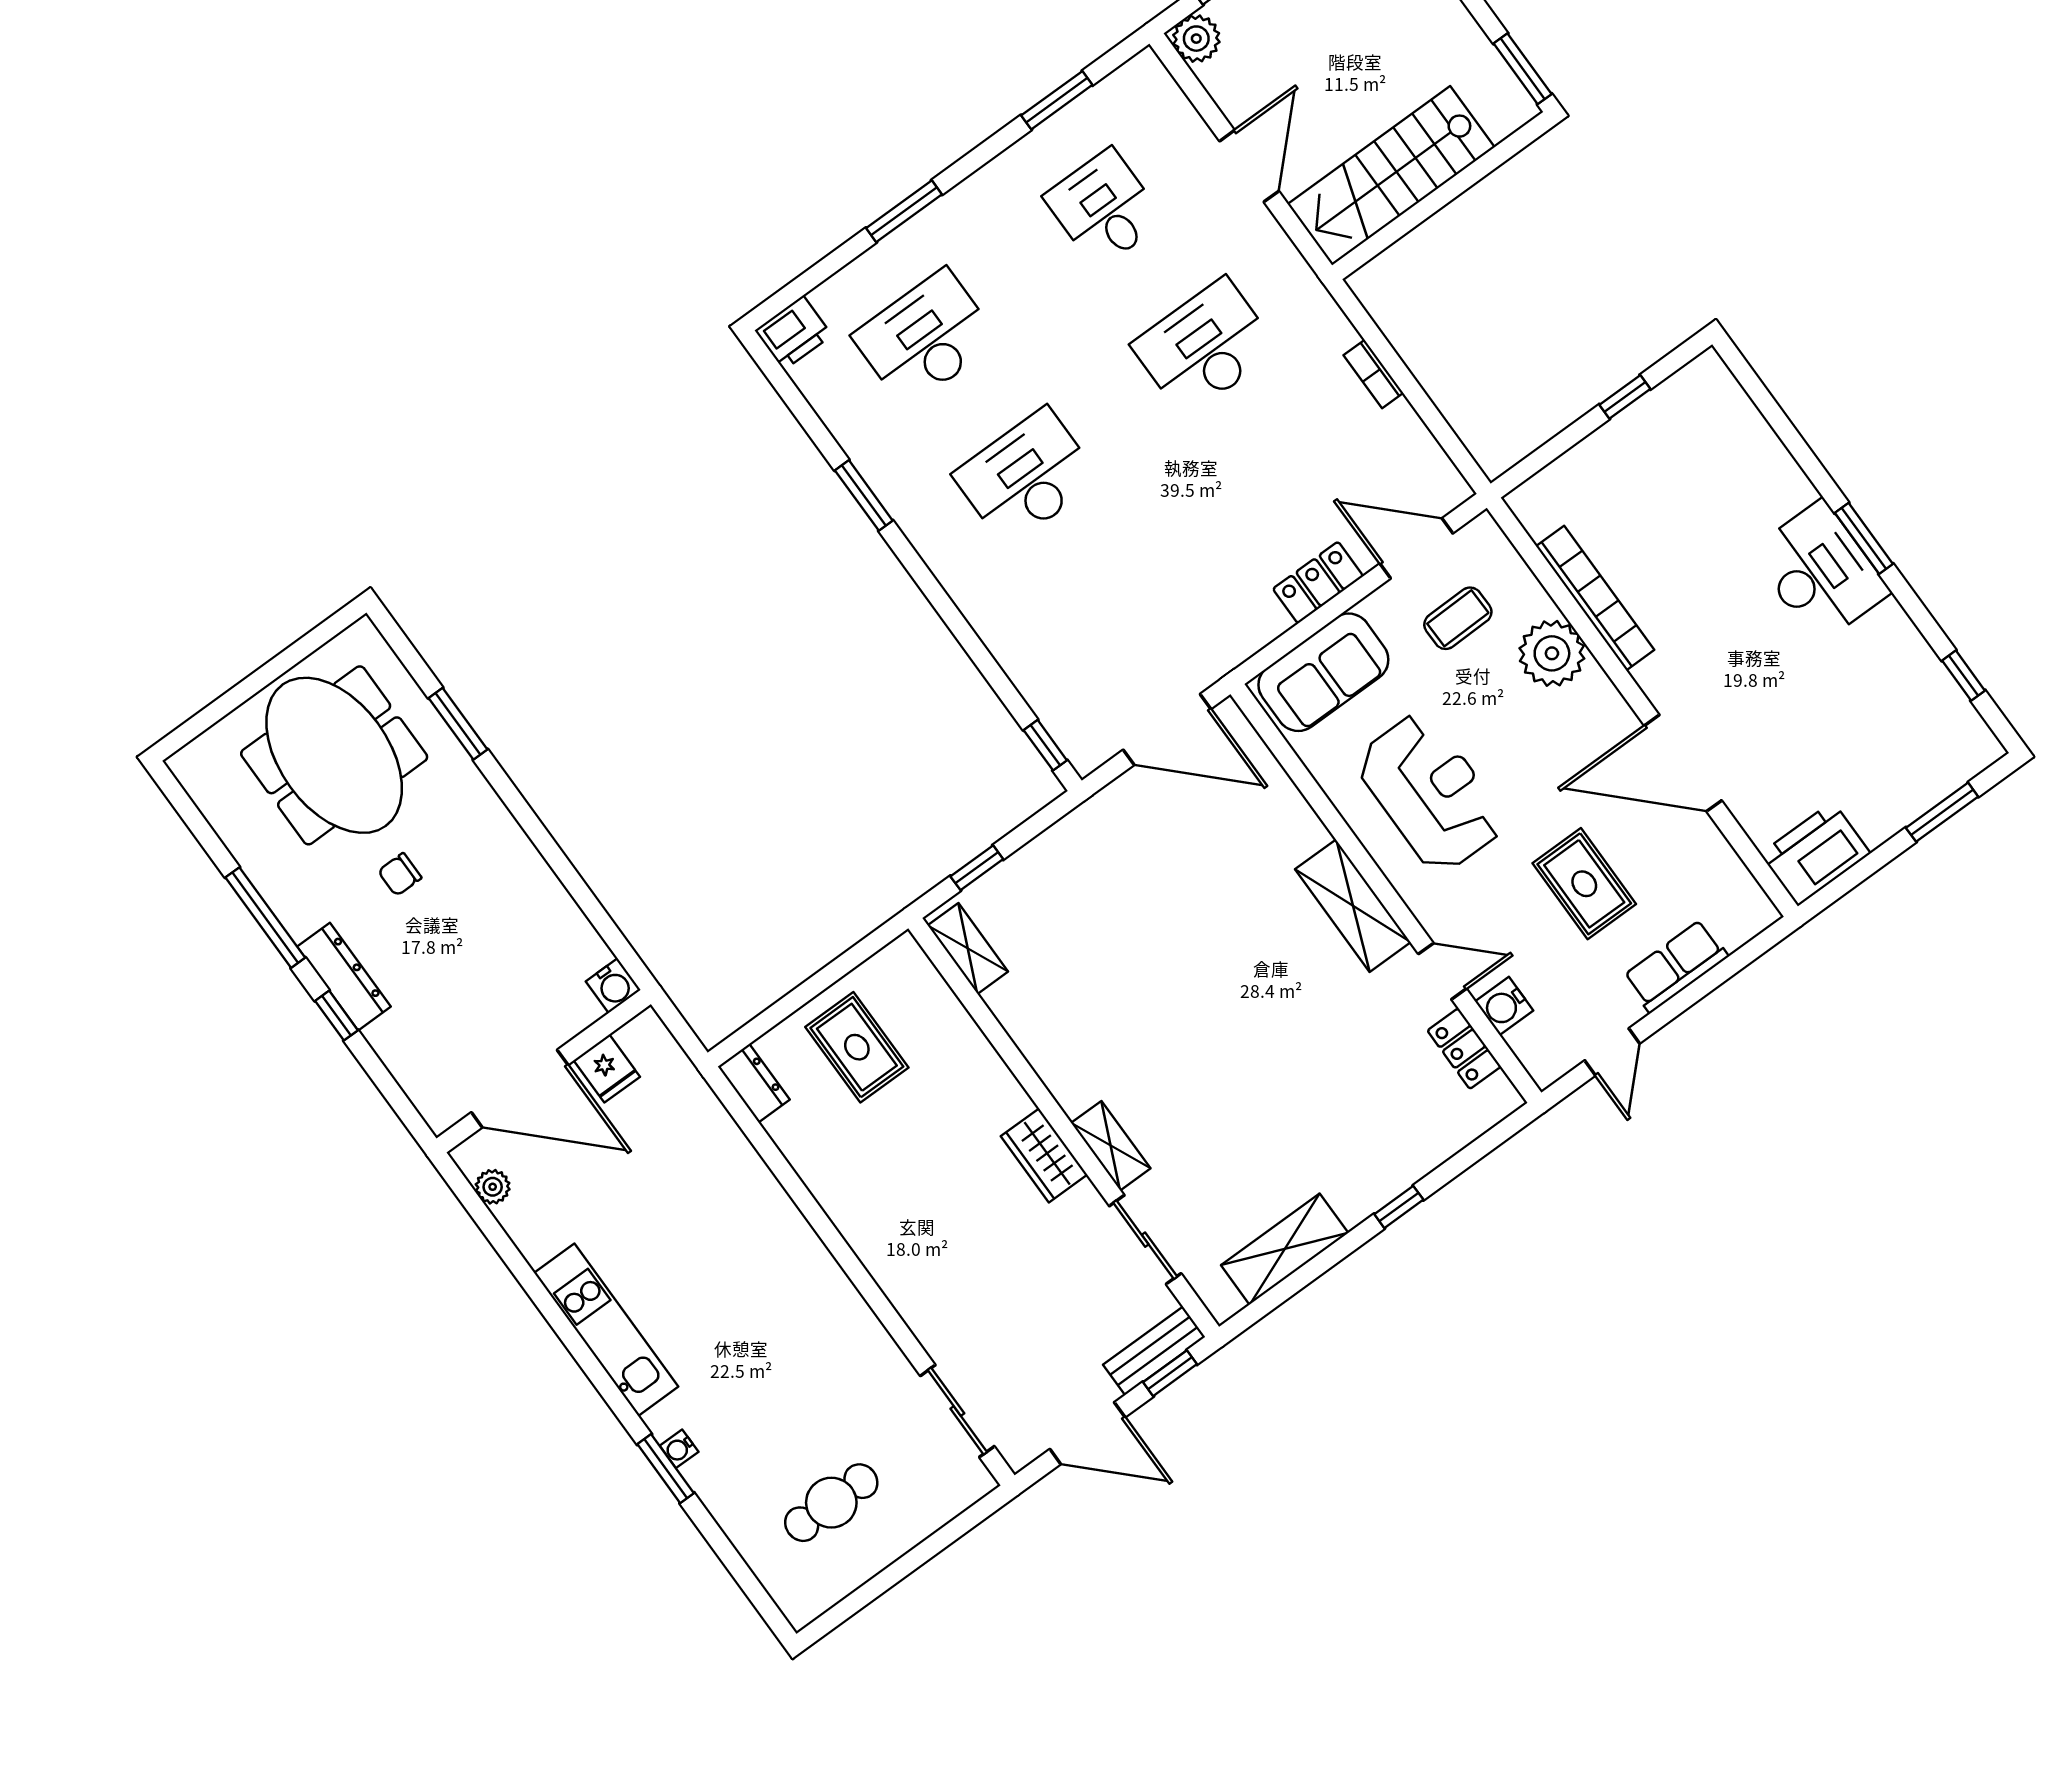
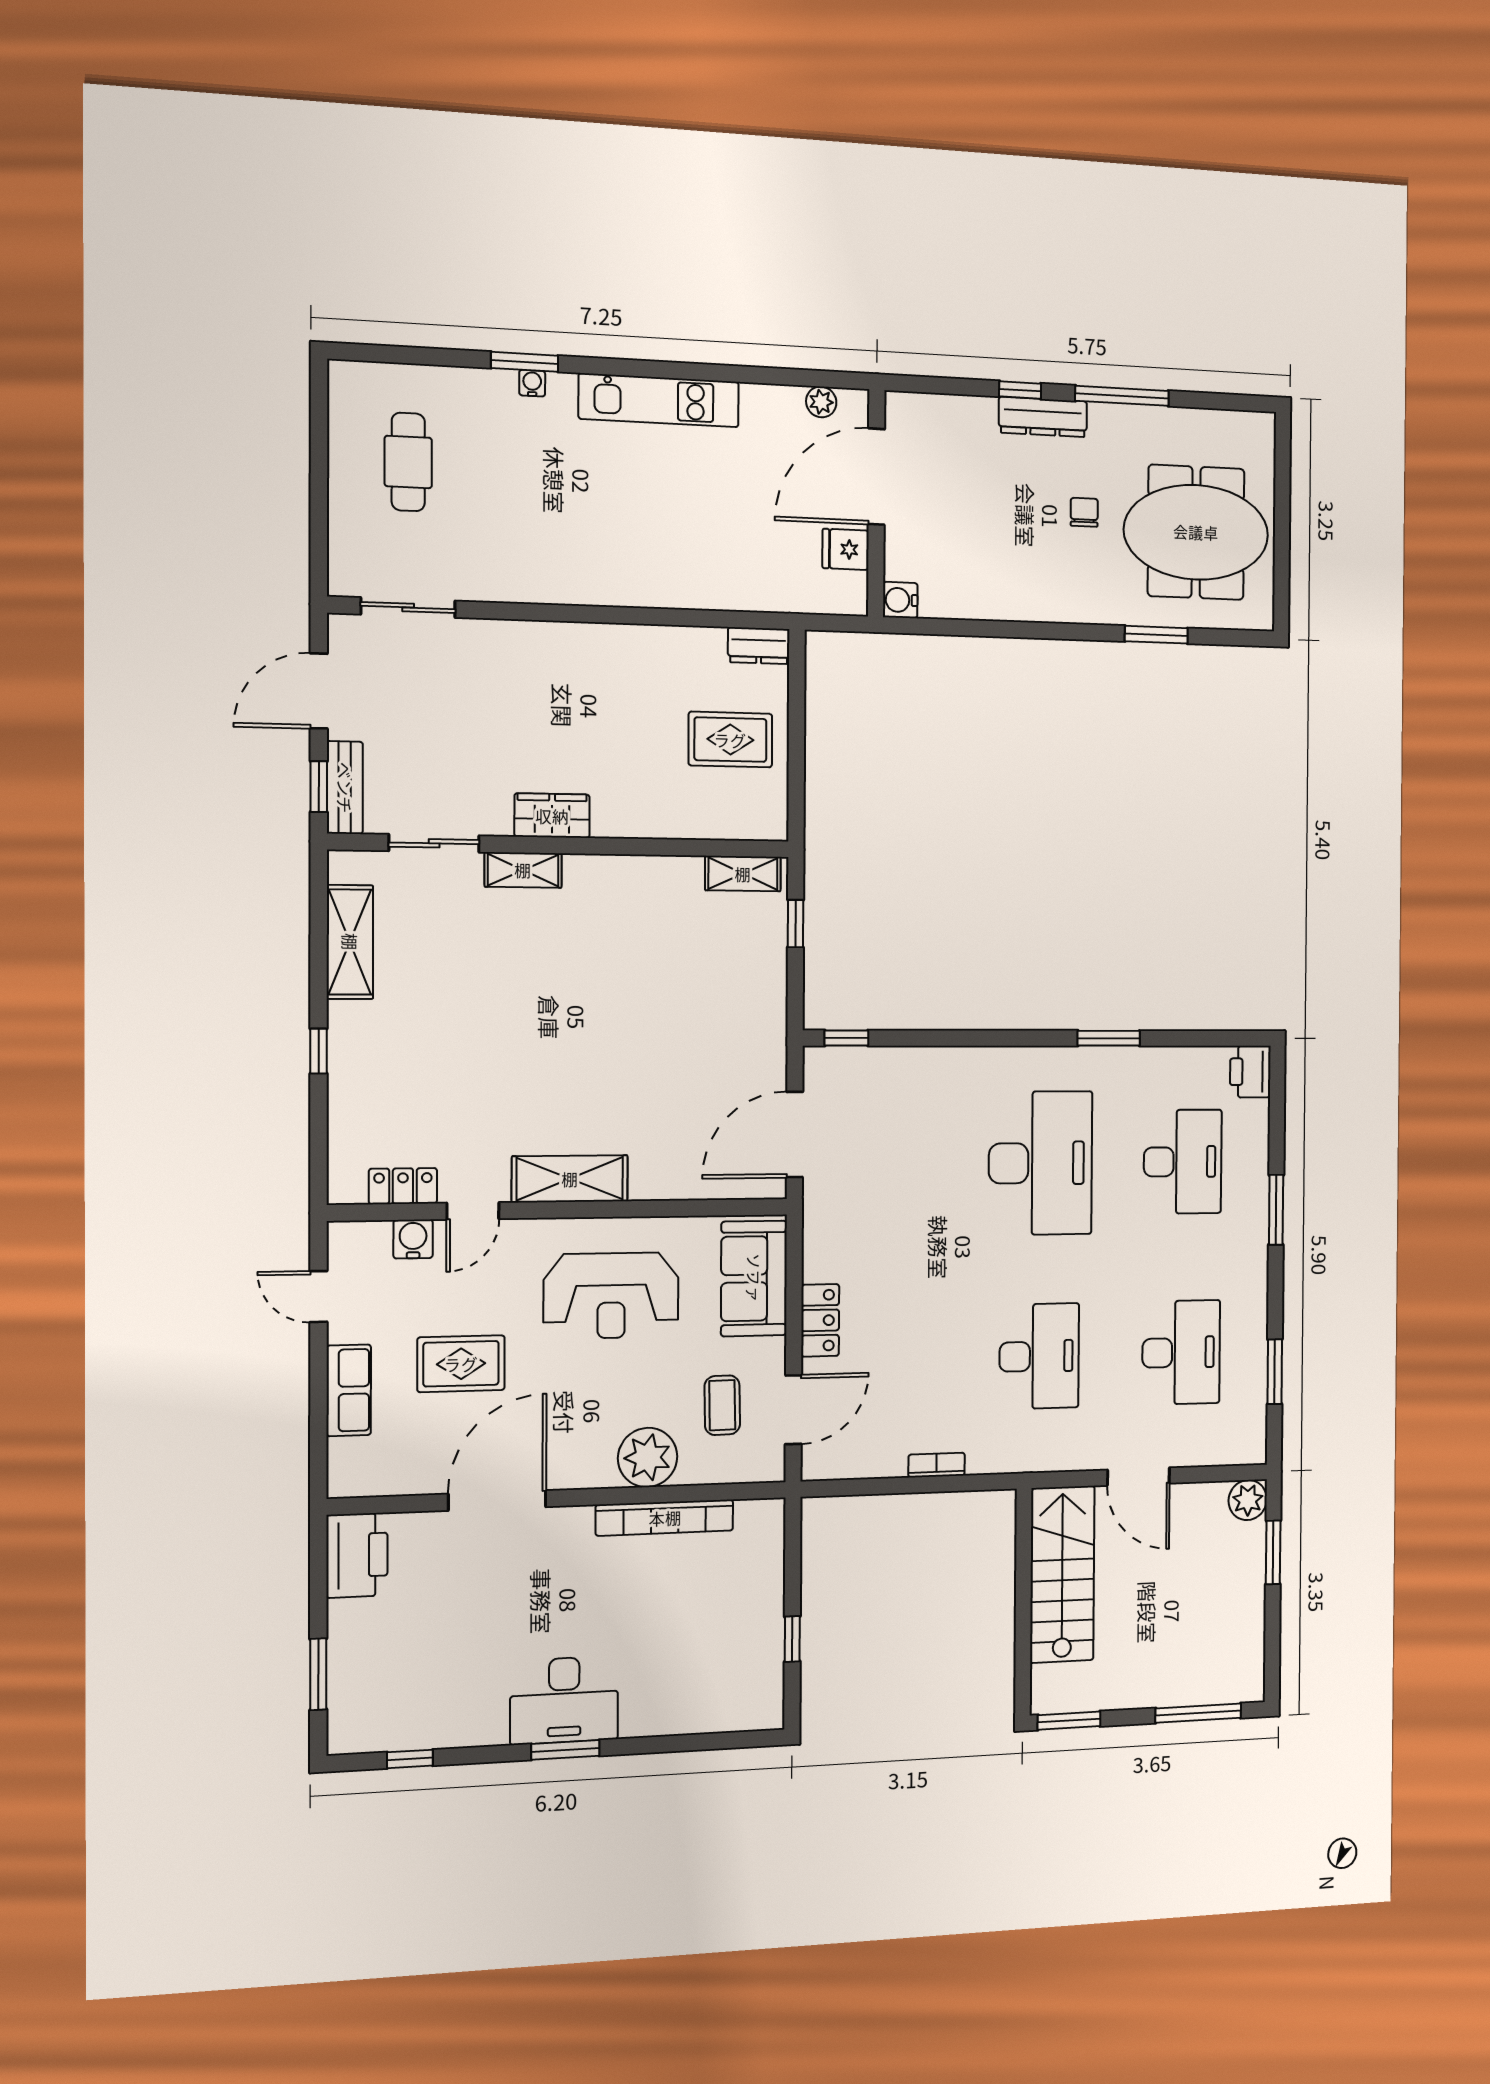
desk: (1104, 209) -> (1181, 1352), width x1.37
desk: (1026, 477) -> (1041, 1163), width x1.36, depth x1.30

